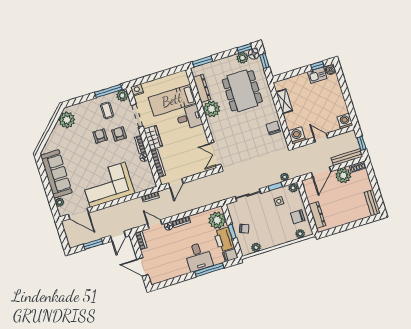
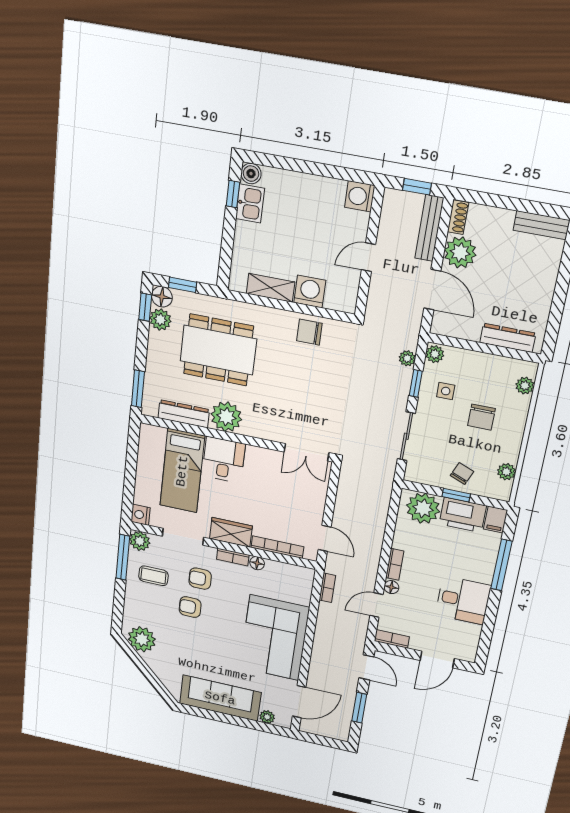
washing machine: (297, 135) -> (310, 292), moved, turned 90
chair: (298, 217) -> (481, 417), moved
desk: (199, 257) -> (463, 600), moved

